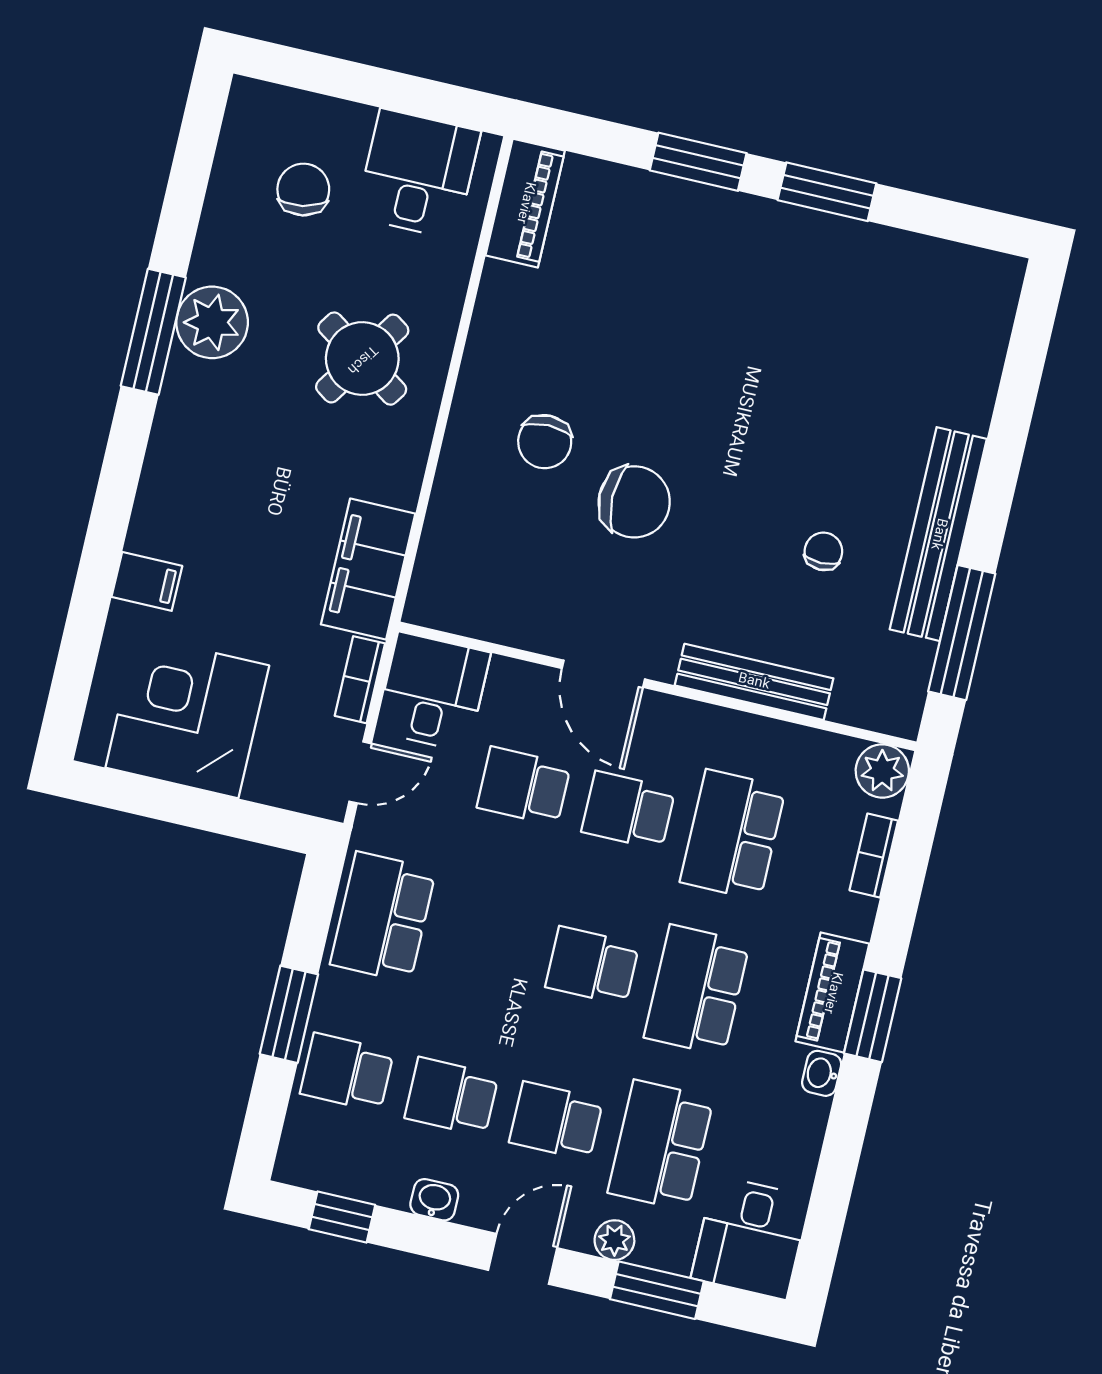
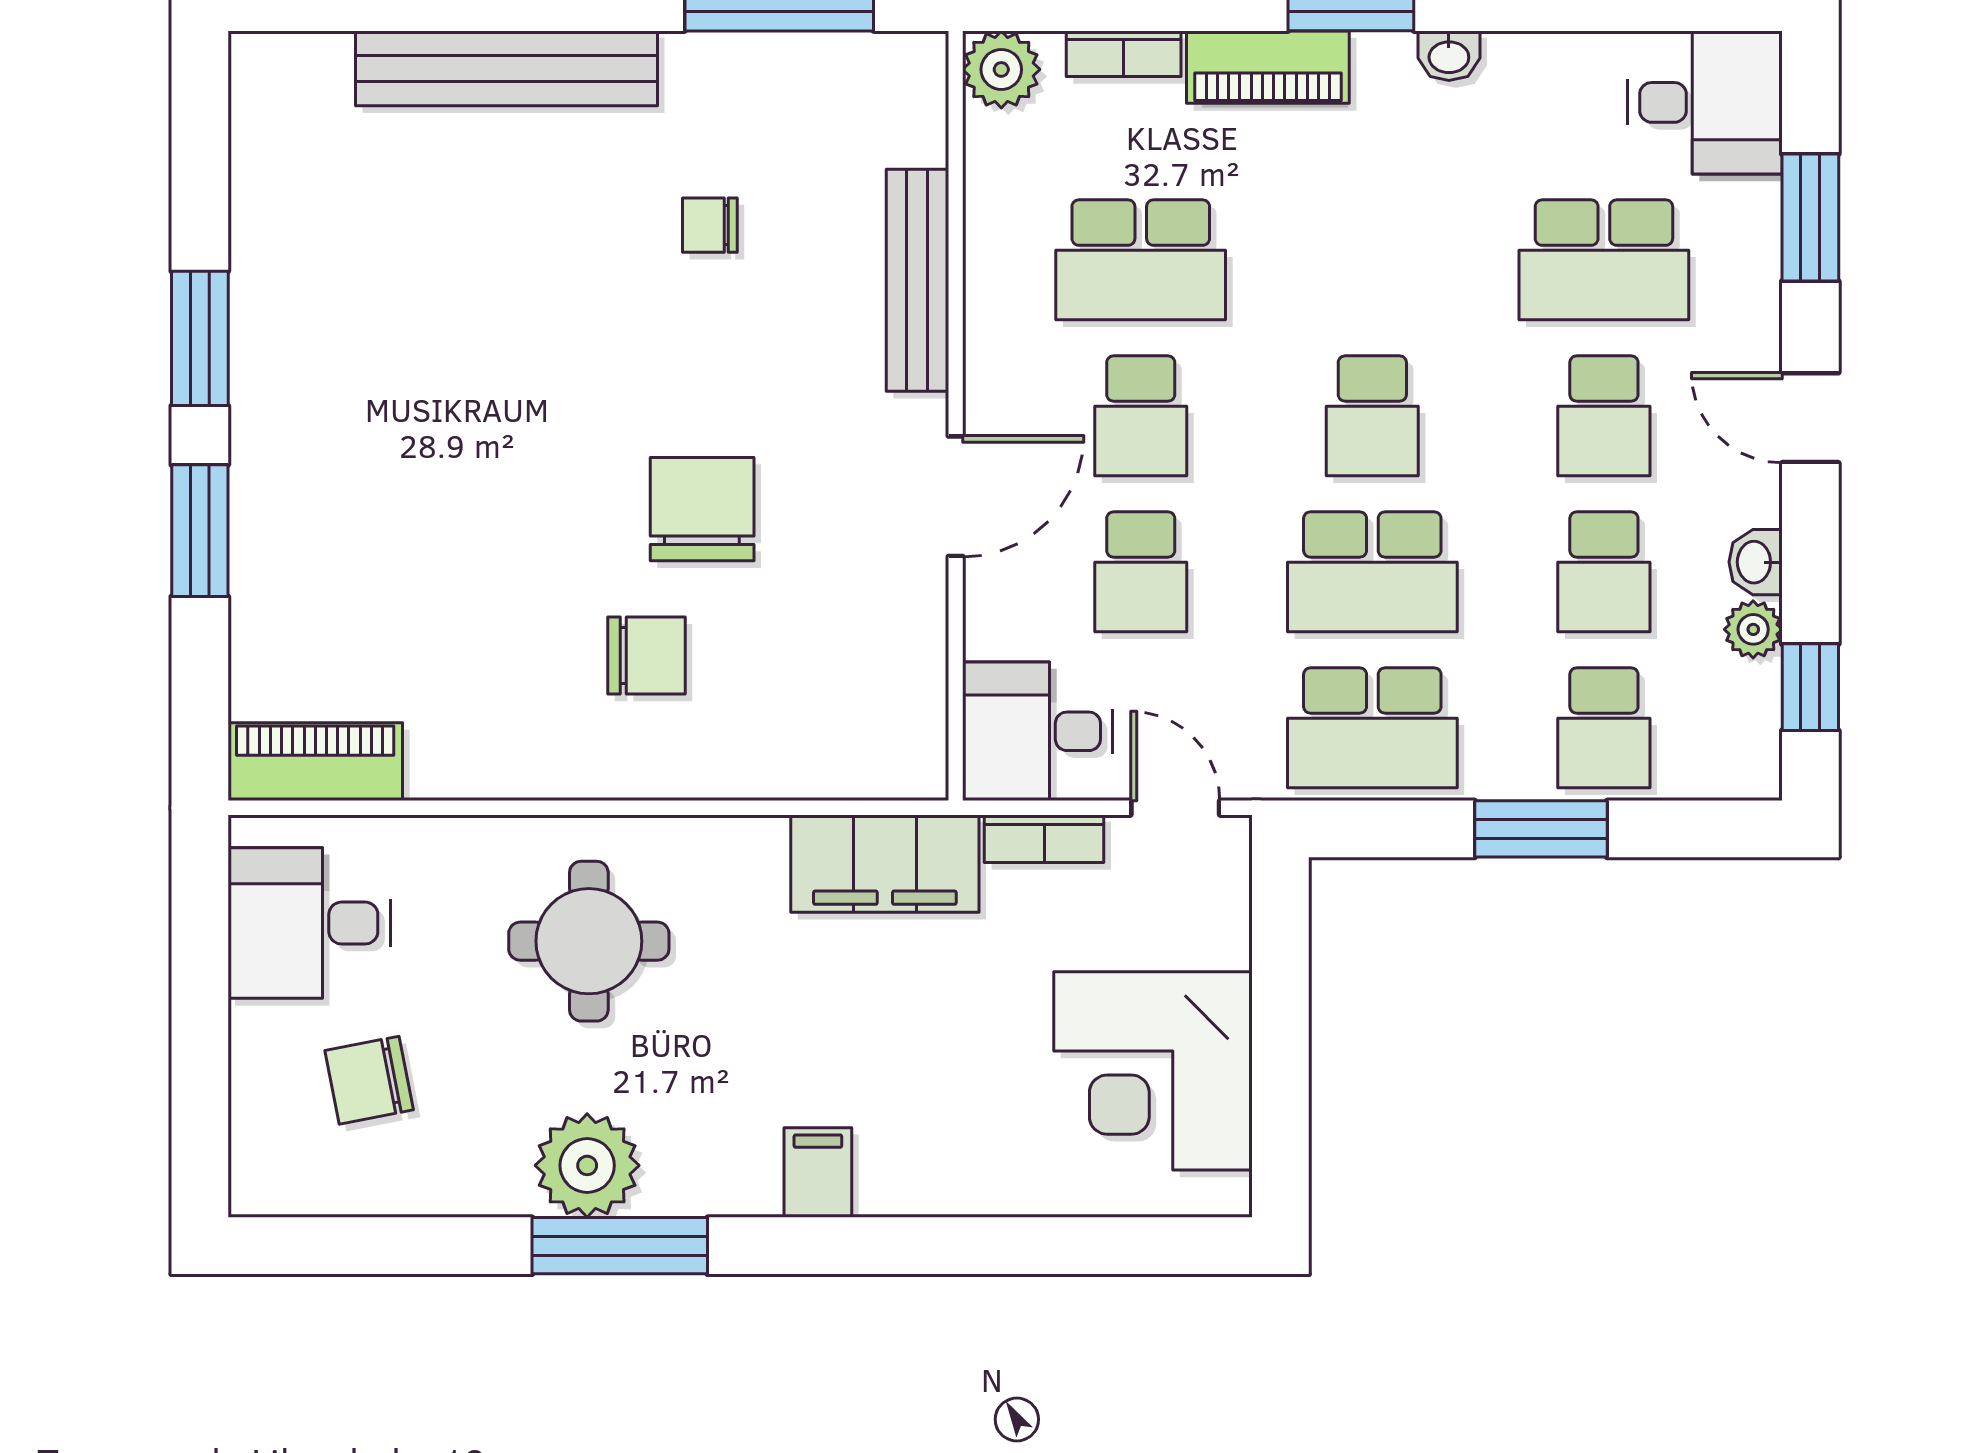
round table: (362, 359) -> (589, 941), turned -34
bench: (938, 534) -> (506, 68), moved
filing cabinet: (147, 581) -> (818, 1173), moved
school desk: (697, 990) -> (1372, 572), moved
piano: (832, 993) -> (1268, 67), moved
plant: (614, 1240) -> (1753, 629), moved

